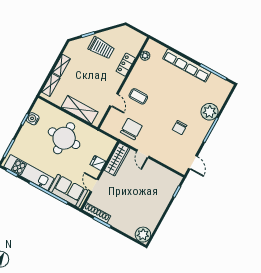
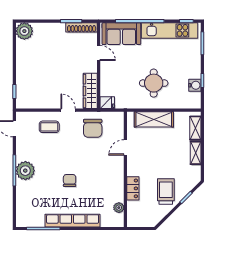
trolley: (101, 48) -> (166, 192), turned 90
coffee table: (138, 96) -> (49, 127), moved
door: (114, 100) -> (125, 147), hinge flipped
plant: (210, 112) -> (25, 171), moved
chair: (180, 128) -> (70, 181), moved
round table: (64, 138) -> (154, 83), width x0.73, depth x0.73
fridge: (98, 163) -> (107, 103), moved

